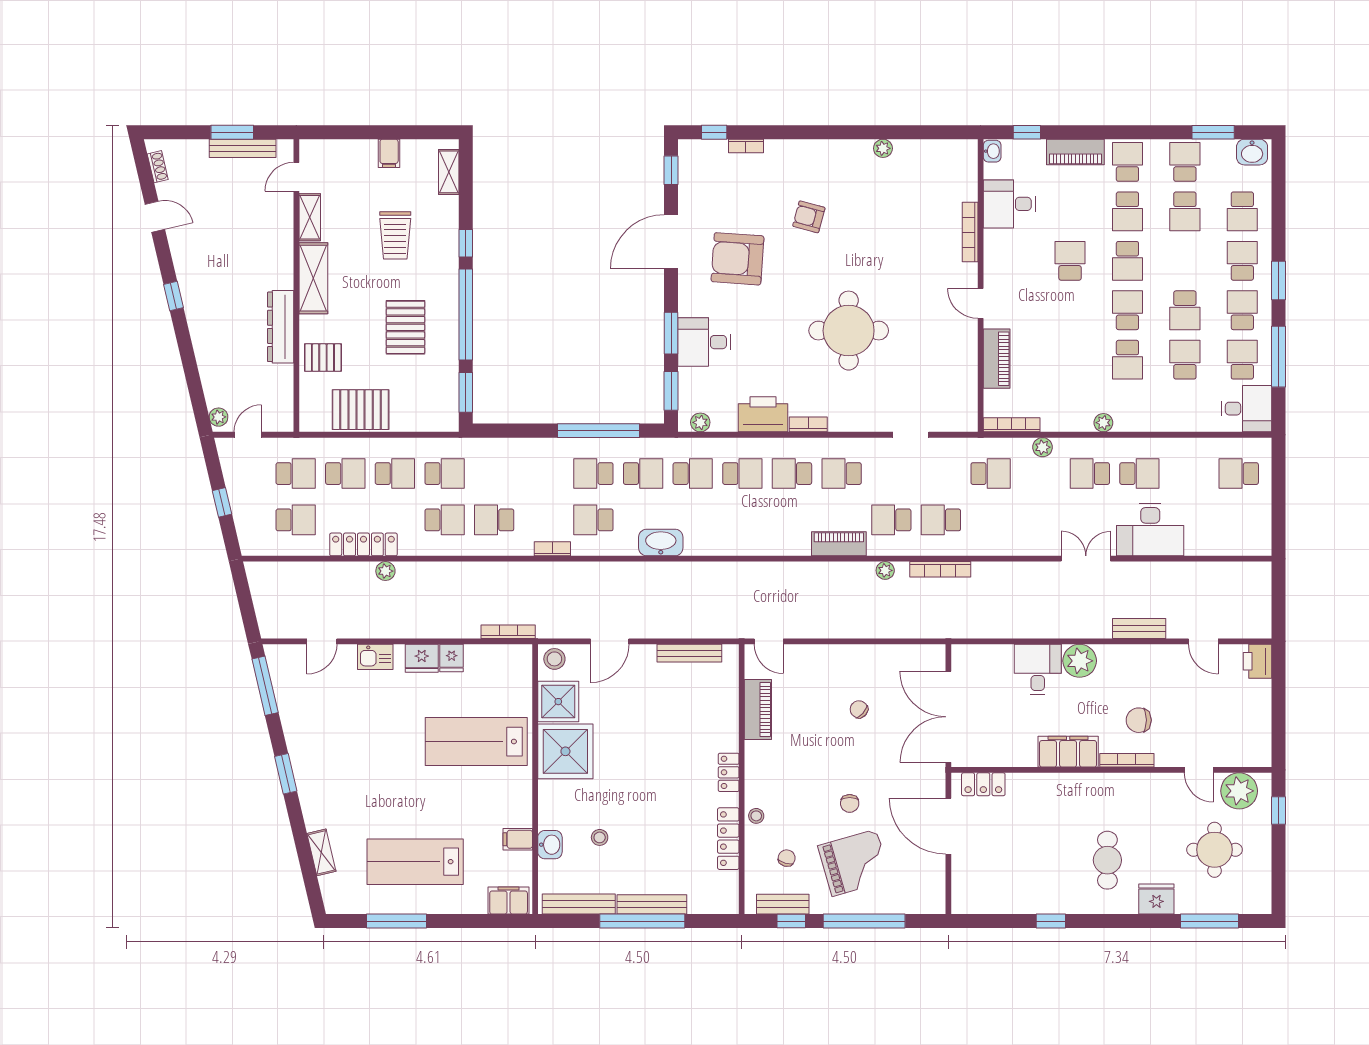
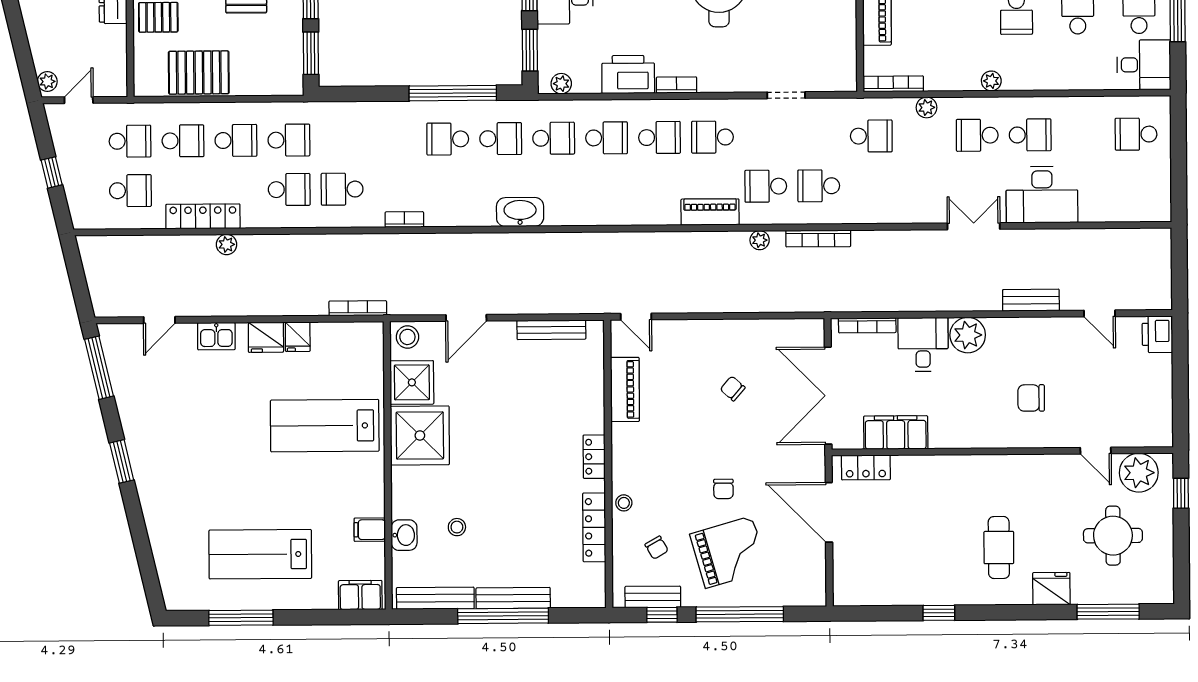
school desk: (792, 474) -> (659, 137), turned 180
school desk: (593, 520) -> (448, 188), removed
filing cabinet: (1068, 752) -> (896, 432), moved
bookcase: (1127, 760) -> (867, 325), moved, turned 180
shelving: (321, 852) -> (160, 545), removed
chair: (787, 858) -> (657, 548), turned 134

